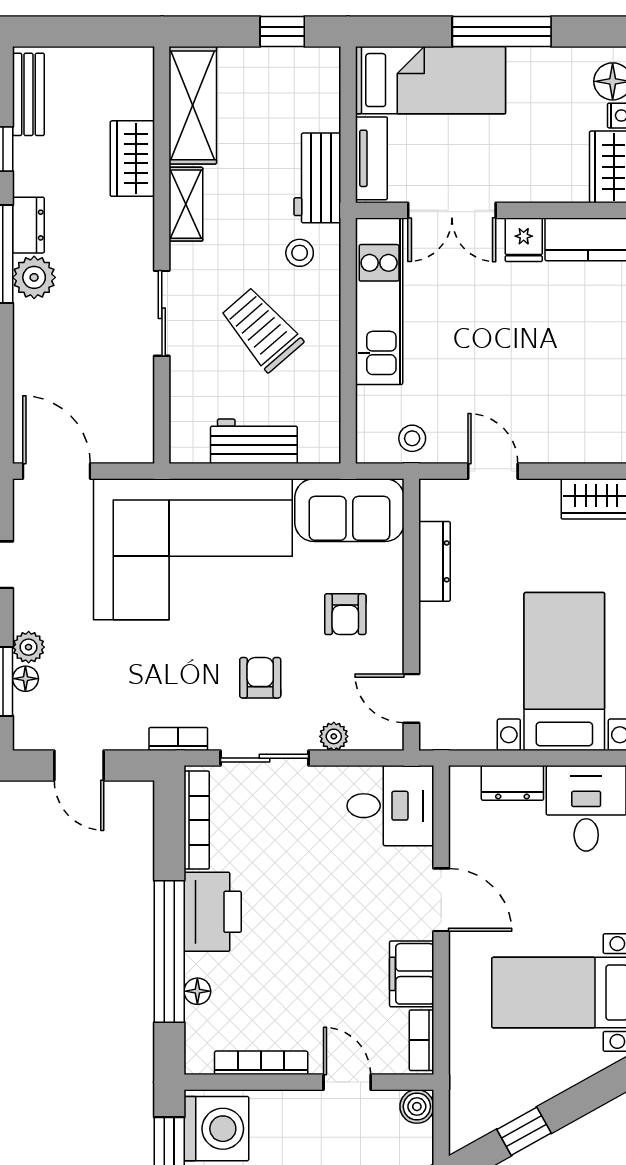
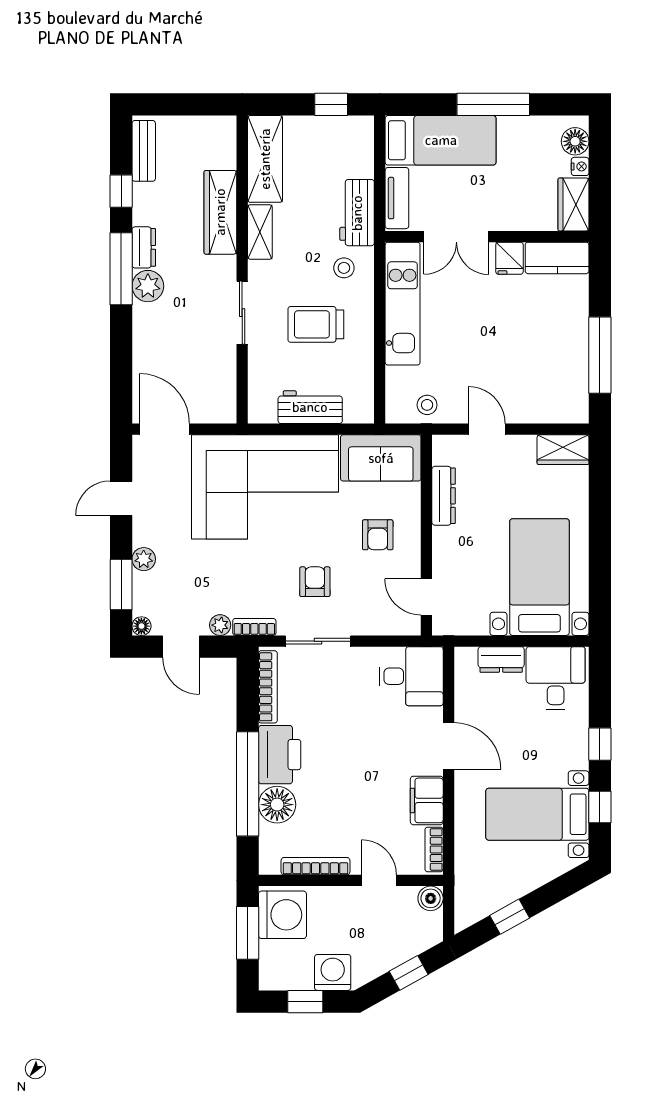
wardrobe: (132, 159) -> (220, 212), width x1.50
trolley: (262, 329) -> (316, 324), turned -49
floor lamp: (25, 679) -> (141, 626), moved
plant: (334, 736) -> (220, 625), moved
floor lamp: (197, 991) -> (277, 805), width x1.89, depth x1.89

